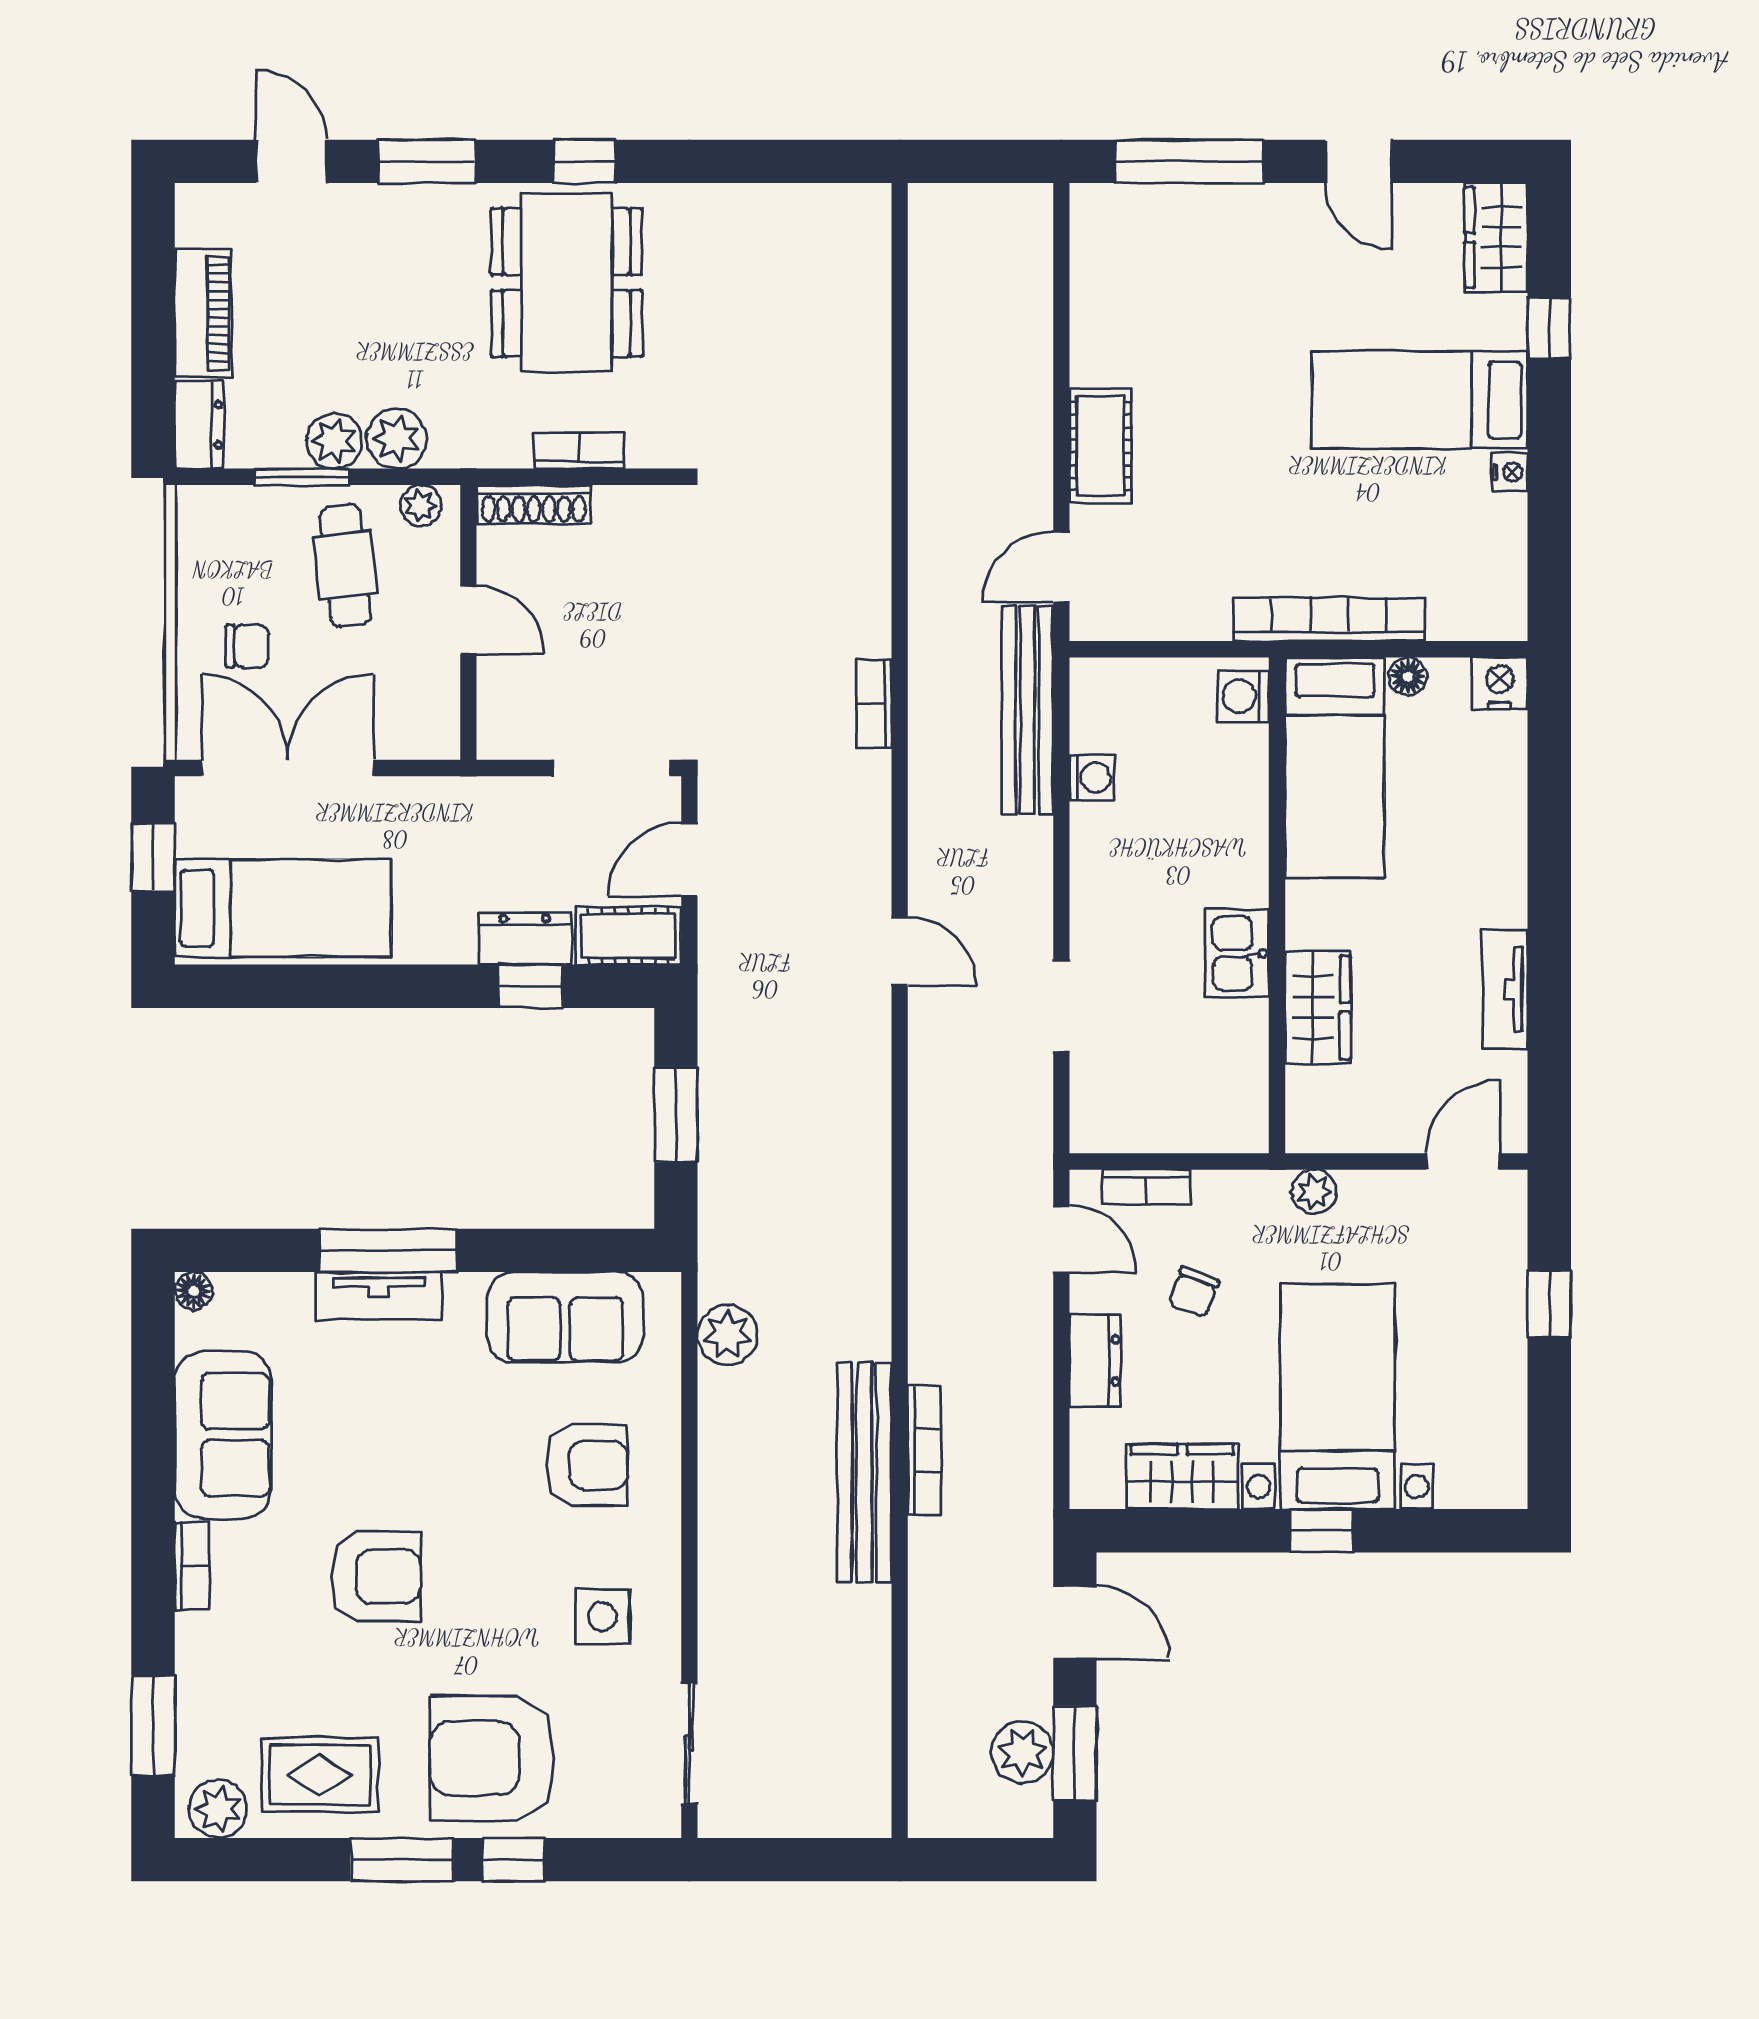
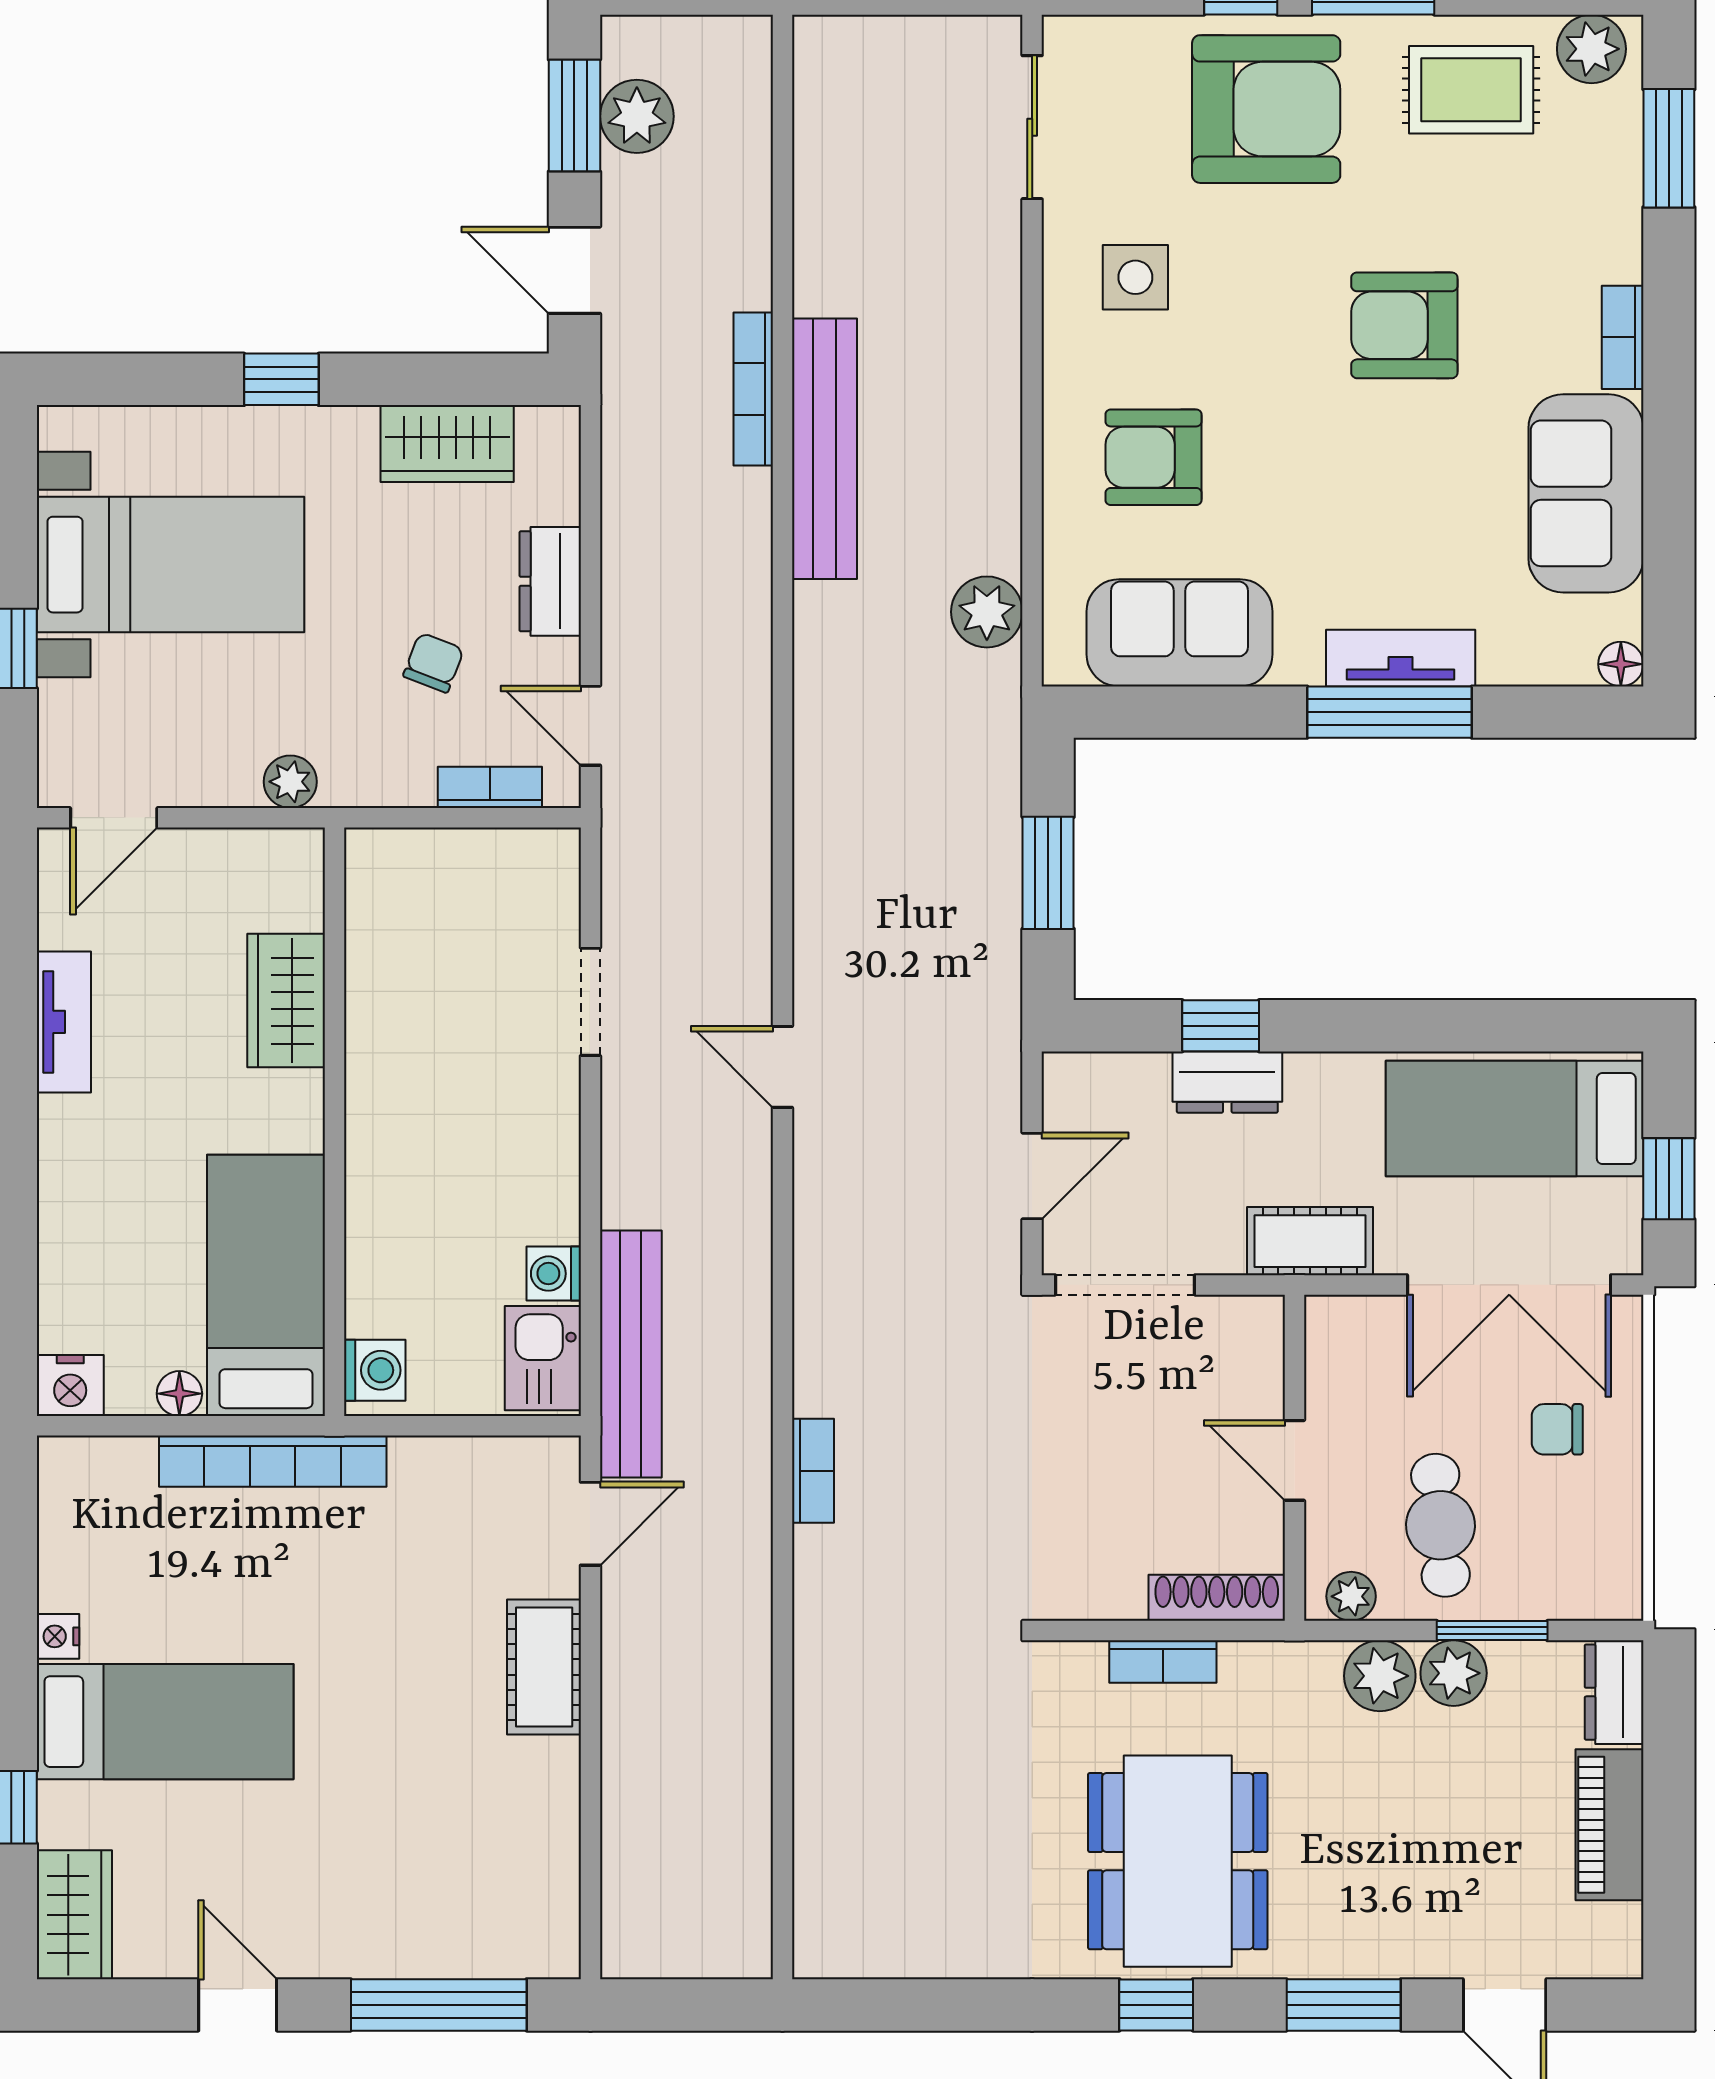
bookcase: (874, 704) -> (813, 1471), moved
cot: (628, 936) -> (1310, 1241), moved
kitchen sink: (1237, 953) -> (543, 1358), moved, turned 180
bed with nightstands: (1338, 1397) -> (171, 565), moved, turned -90
bookcase: (924, 1450) -> (753, 389), moved

